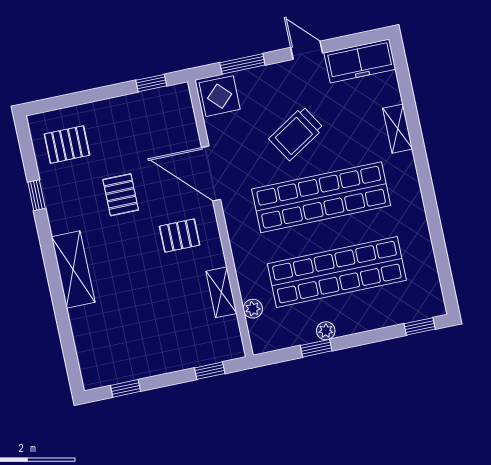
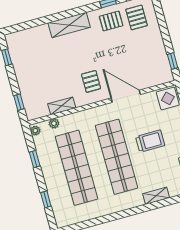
trolley: (296, 133) -> (150, 141), turned 122
door: (211, 173) -> (126, 96), hinge flipped
pallet: (121, 195) -> (111, 21), moved
window: (420, 326) -> (46, 199), moved
plant: (326, 331) -> (35, 131), moved

